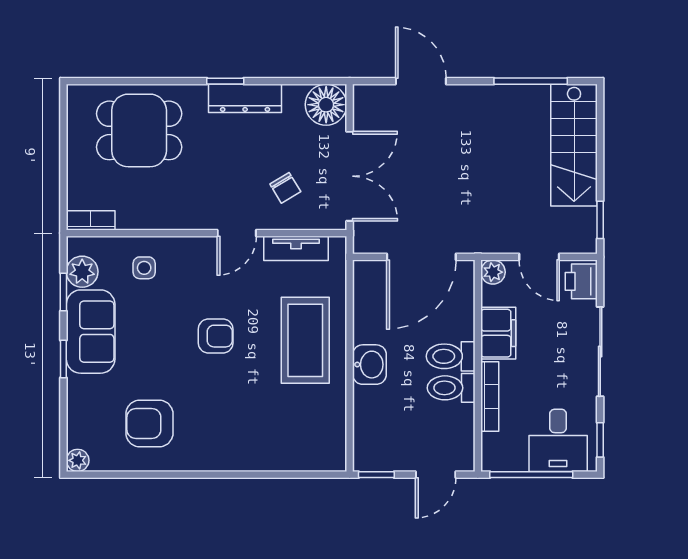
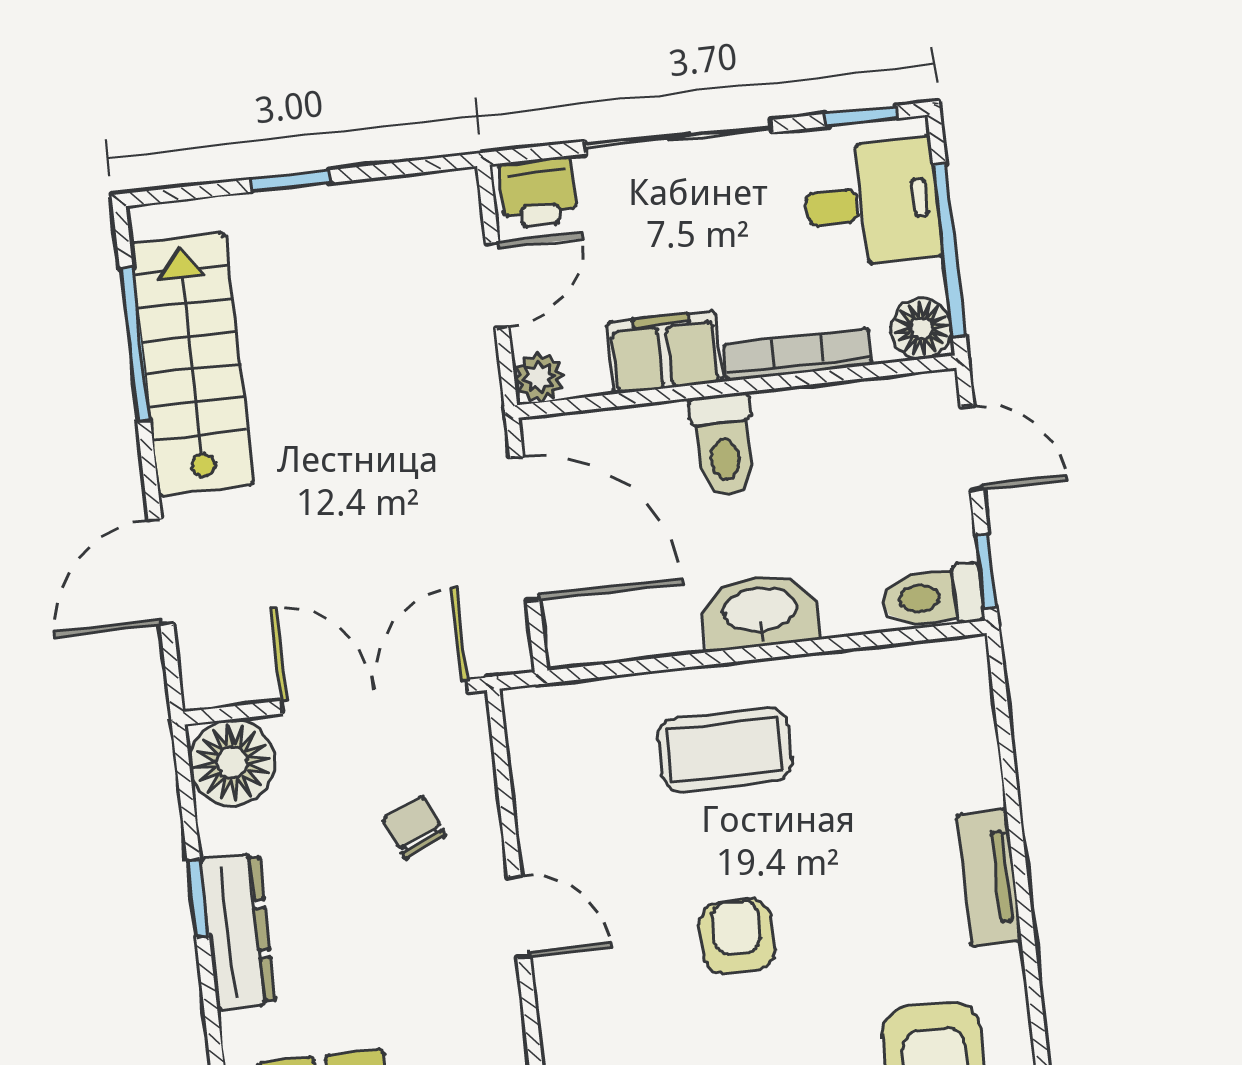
window: (225, 81) -> (198, 898), moved
stairs: (574, 145) -> (192, 364), moved, turned -90
chair: (285, 188) -> (414, 827), turned -82
window: (600, 220) -> (290, 181), moved
tv unit: (296, 248) -> (989, 878), moved, turned 180
coffee table: (305, 340) -> (725, 750), width x0.73, depth x0.76
washbasin: (369, 365) -> (760, 611), width x1.38
toilet: (451, 388) -> (933, 596), moved, turned 90
floor lamp: (495, 457) -> (921, 329), added

